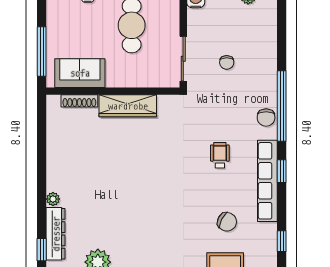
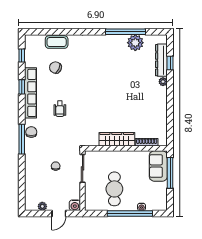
sofa: (80, 73) -> (158, 166), moved, turned 90
window: (282, 106) -> (22, 139), width x0.68
window: (282, 171) -> (22, 87), moved
window: (42, 250) -> (170, 63), moved

